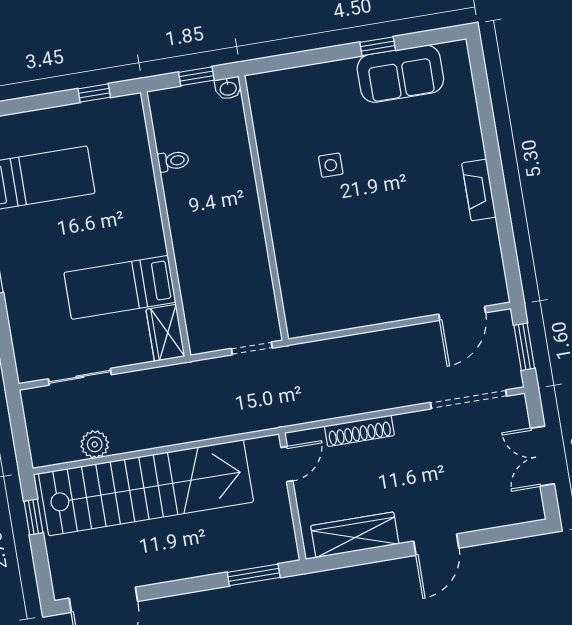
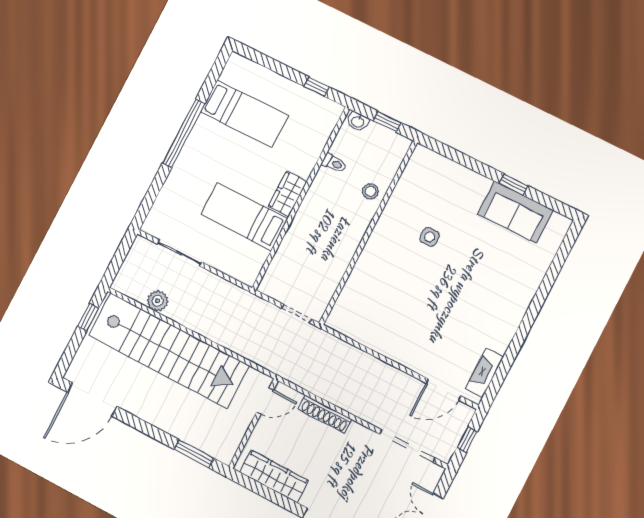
washbasin: (228, 88) -> (358, 121), moved
stool: (233, 163) -> (370, 191), added
fireplace: (479, 190) -> (484, 373), moved
wardrobe: (165, 333) -> (288, 194), moved
window: (524, 347) -> (467, 440), width x0.67

